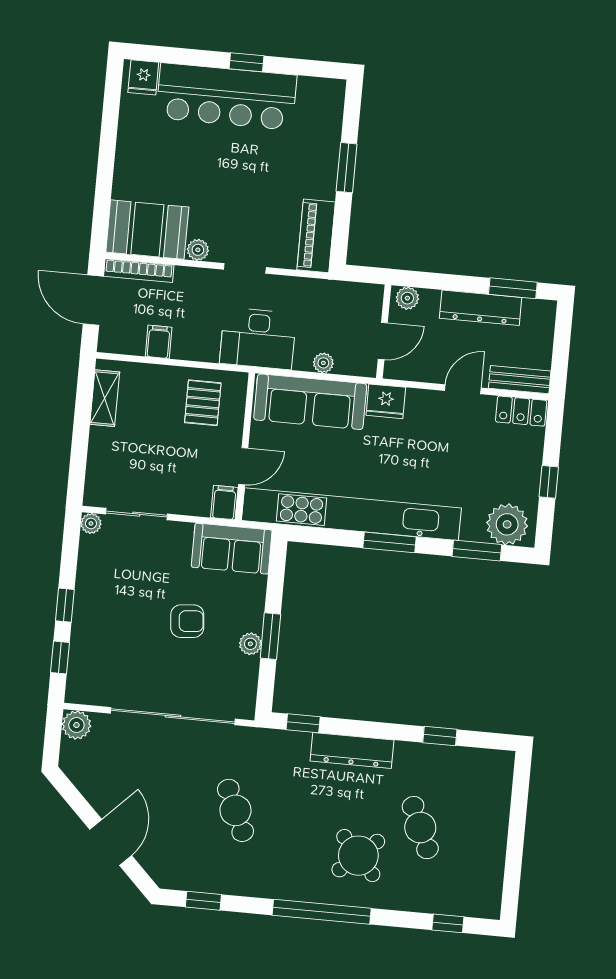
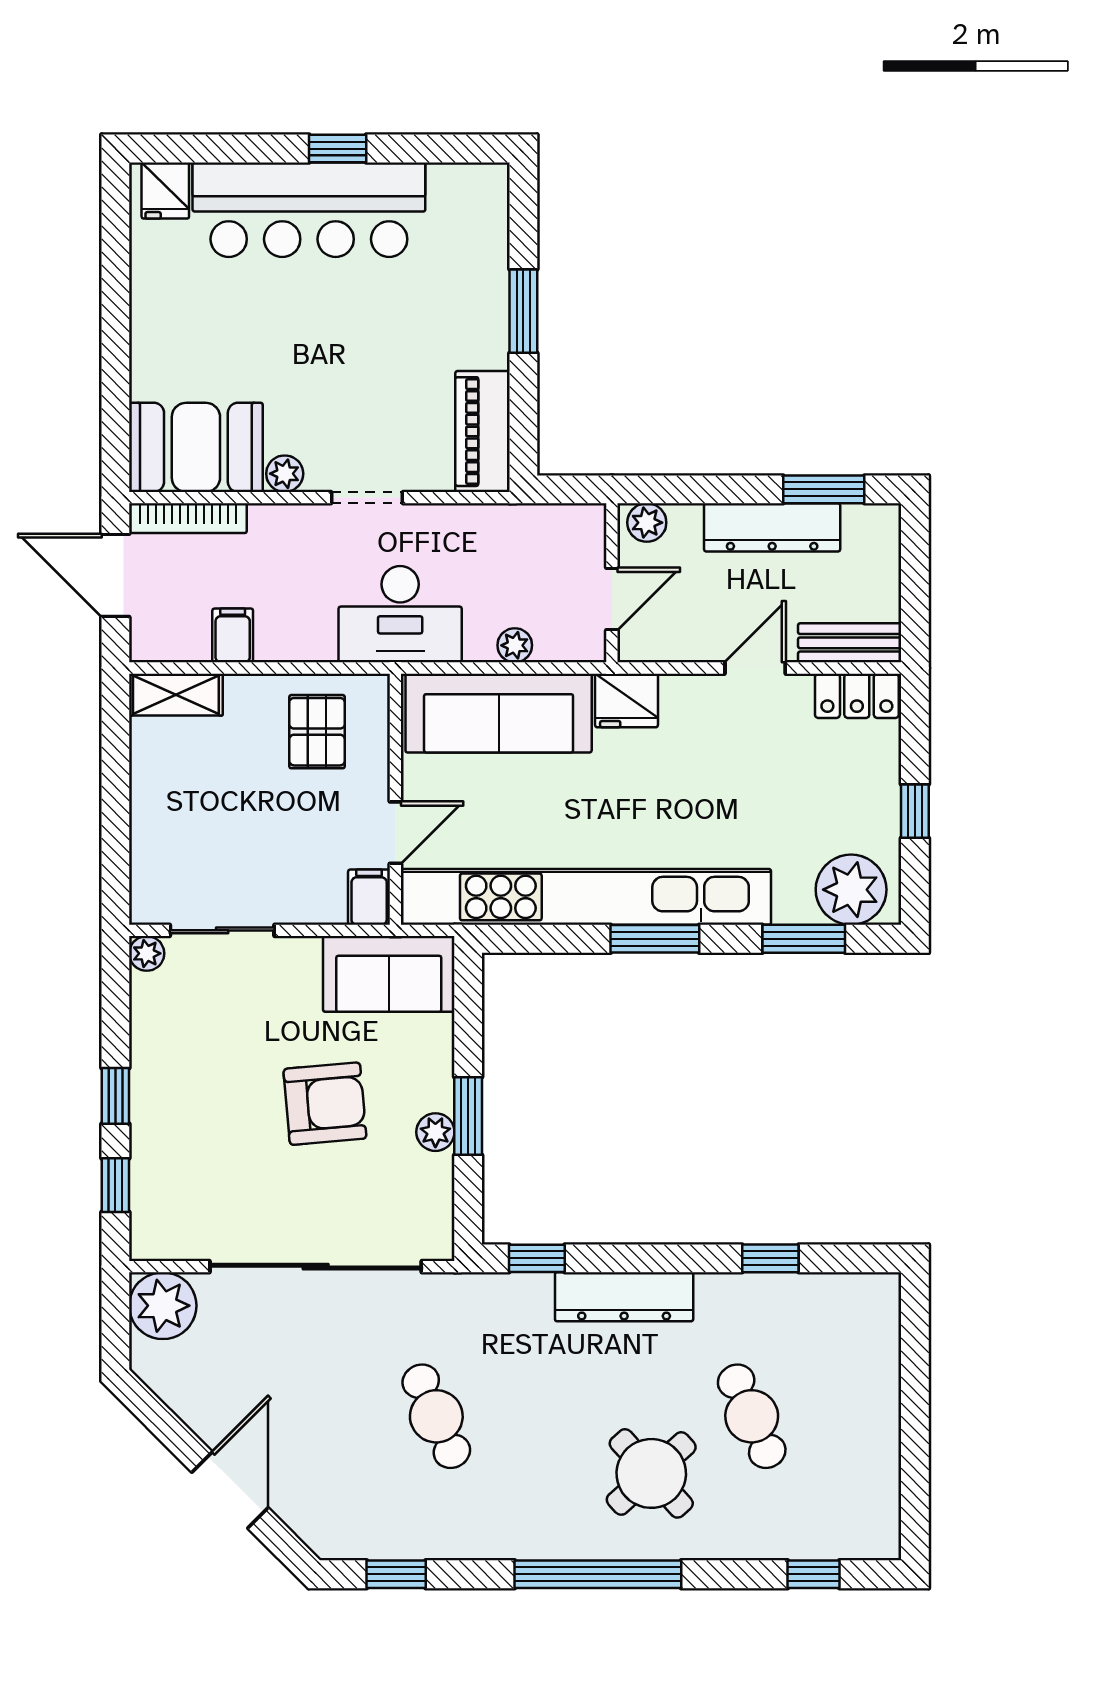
shelving: (105, 398) -> (176, 695), moved, turned 90
armchair: (187, 621) -> (325, 1104), width x1.38, depth x1.38
plant: (76, 725) -> (163, 1306), width x1.36, depth x1.36

